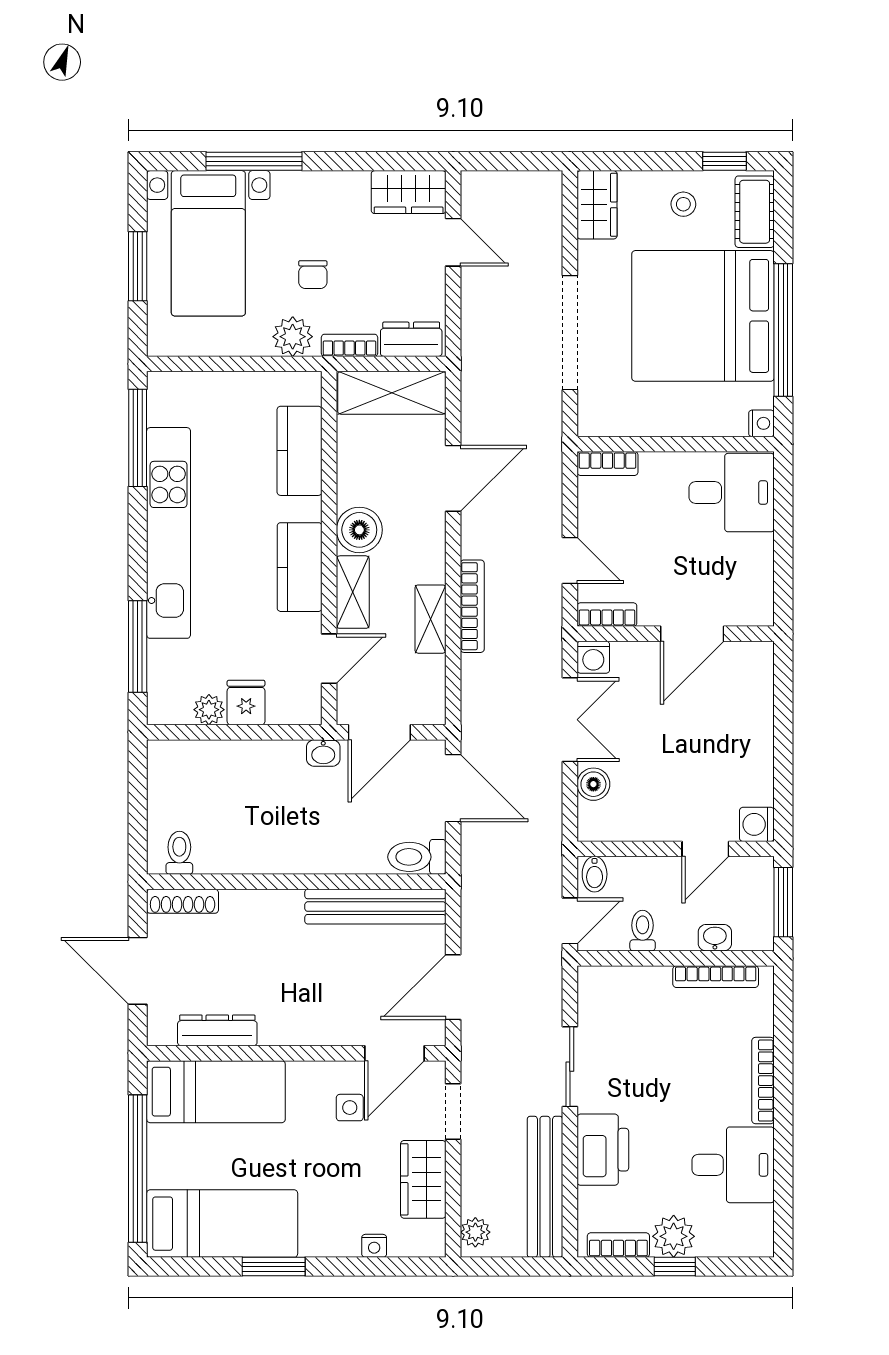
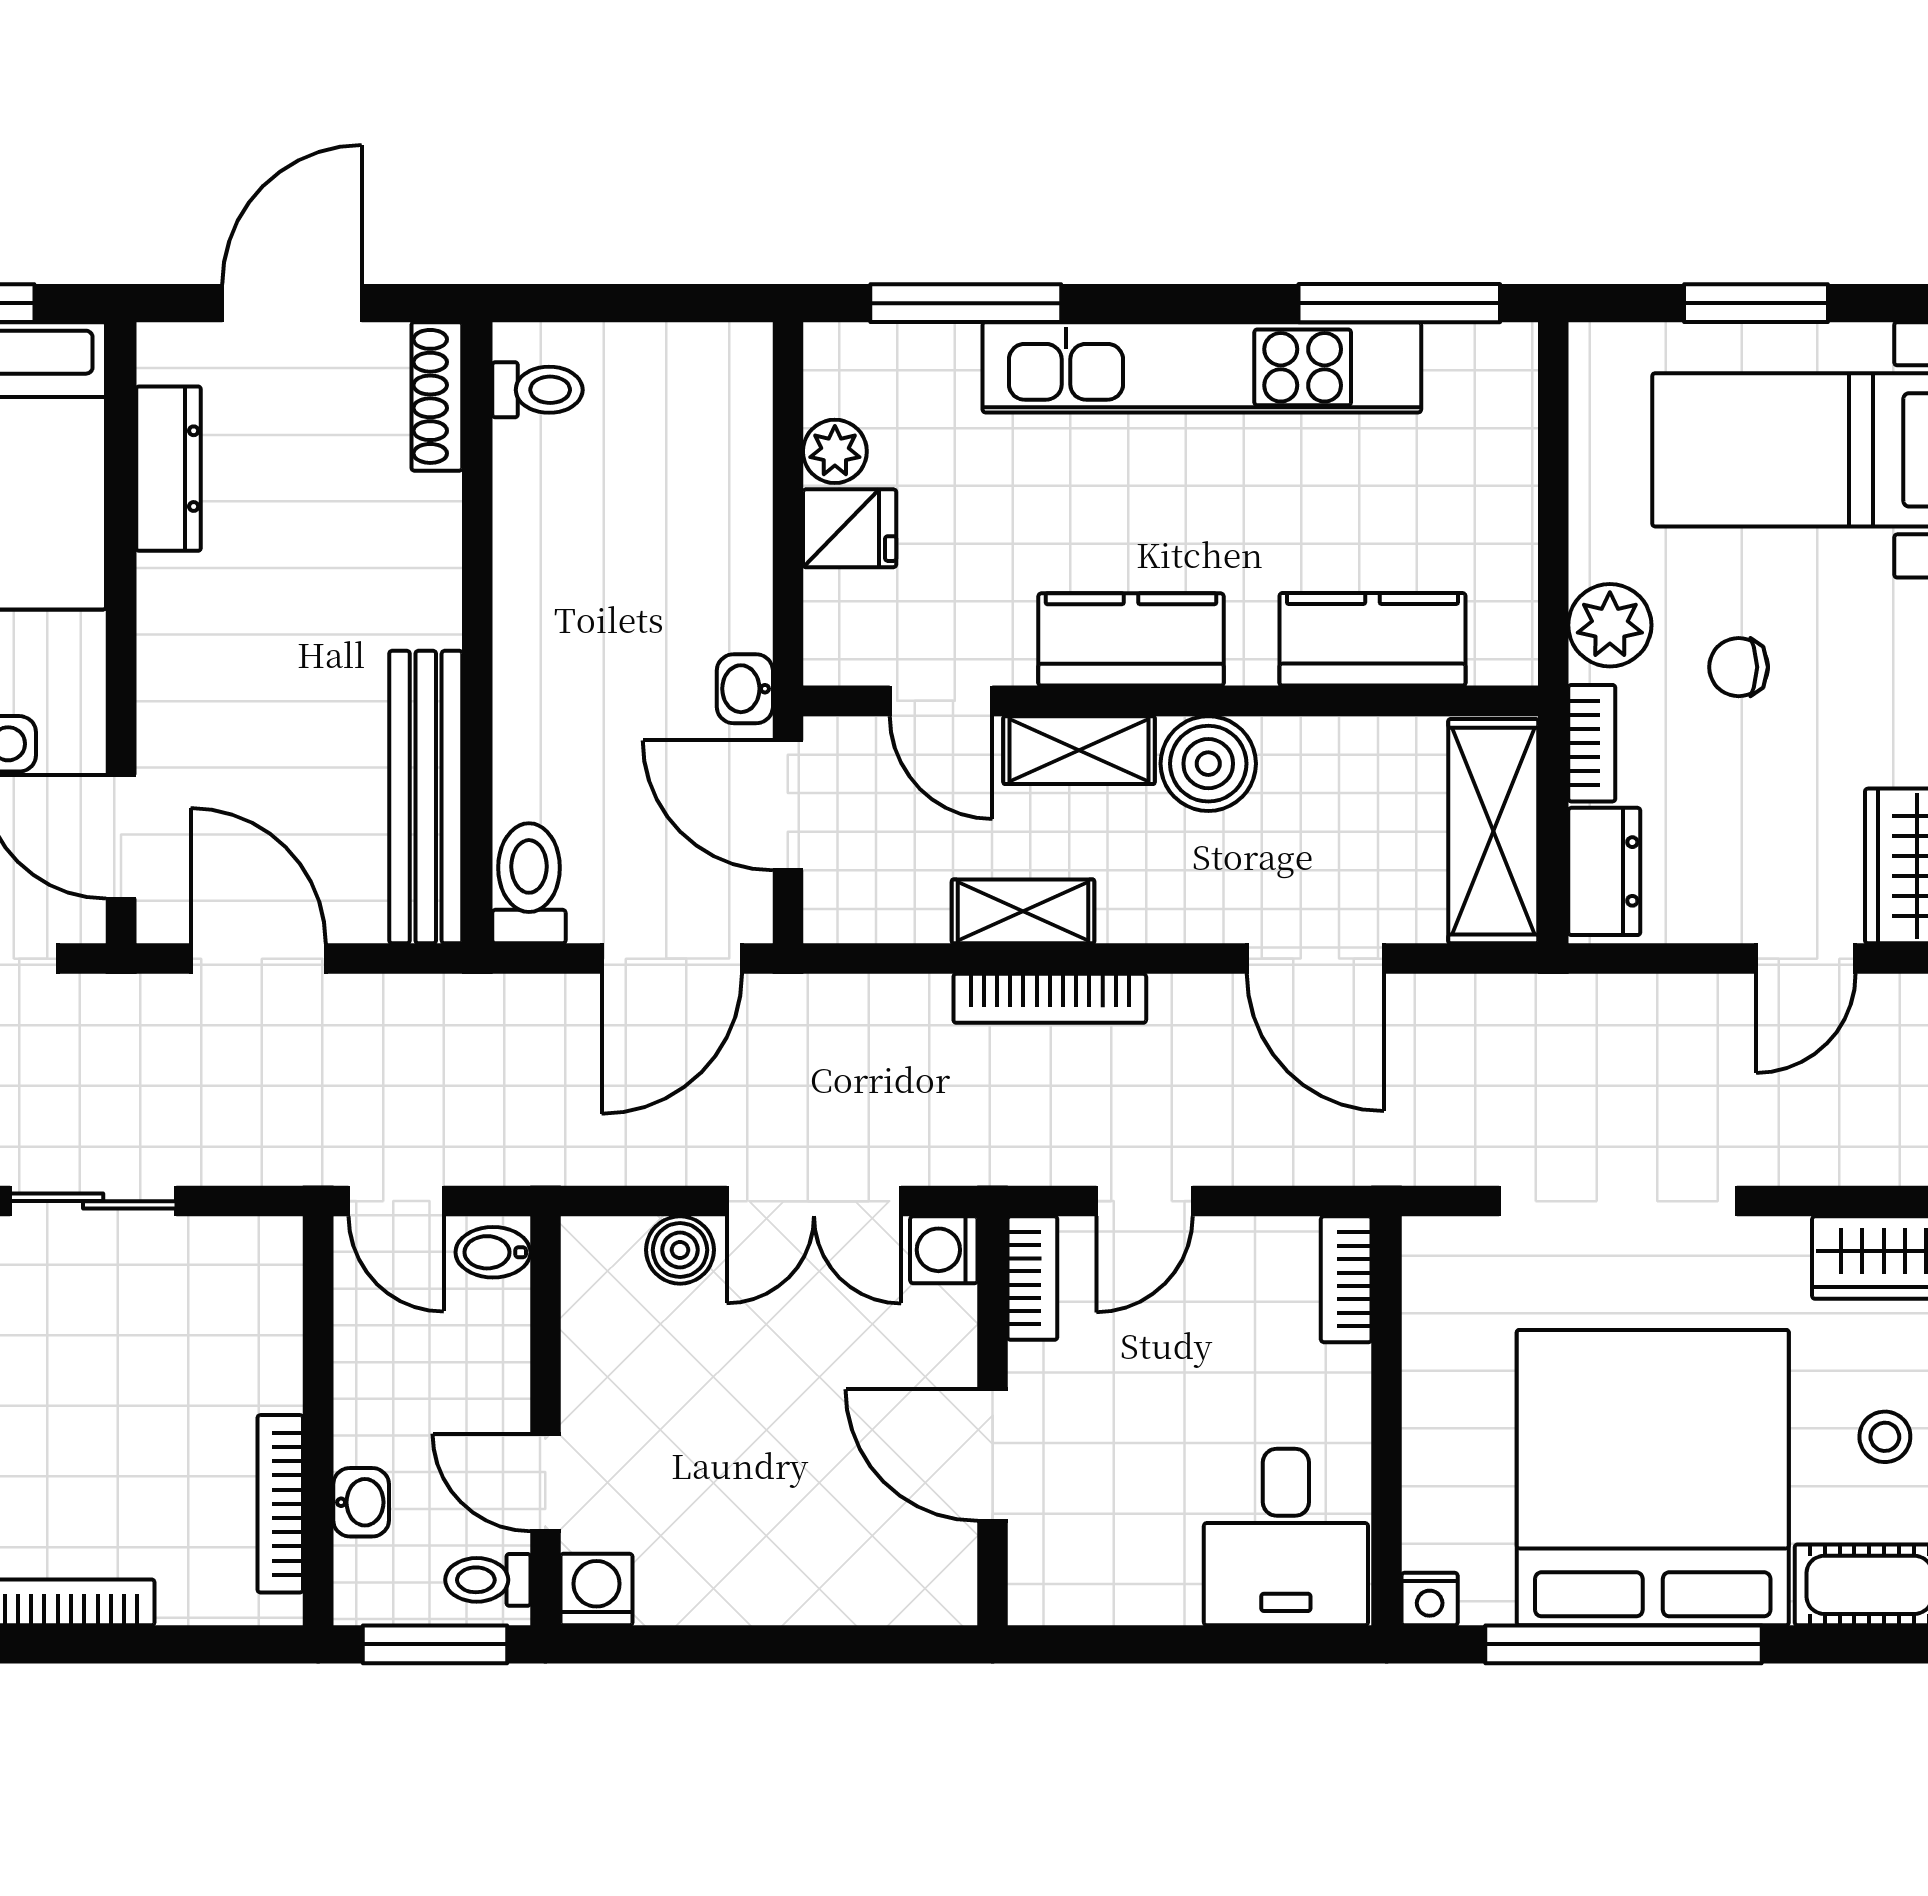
toilet: (643, 931) -> (488, 1580), moved, turned 180

